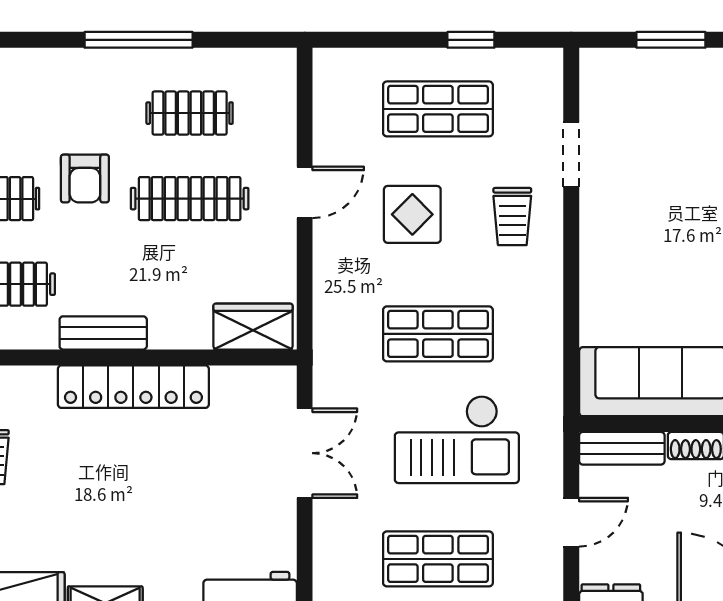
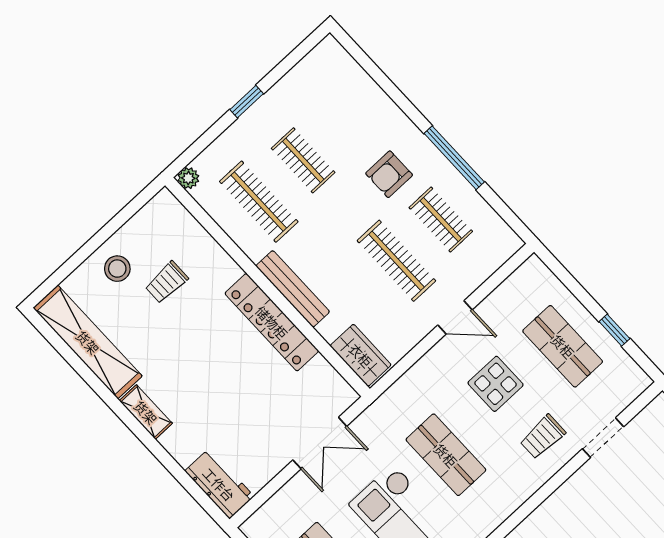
armchair: (85, 178) -> (389, 174), moved
bench: (103, 333) -> (293, 289), width x1.36

